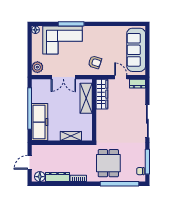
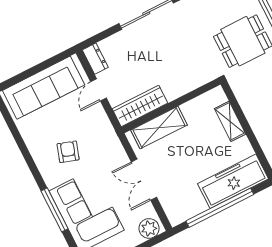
armchair: (95, 62) -> (68, 152), moved
double door: (63, 77) -> (144, 180), swing flipped

